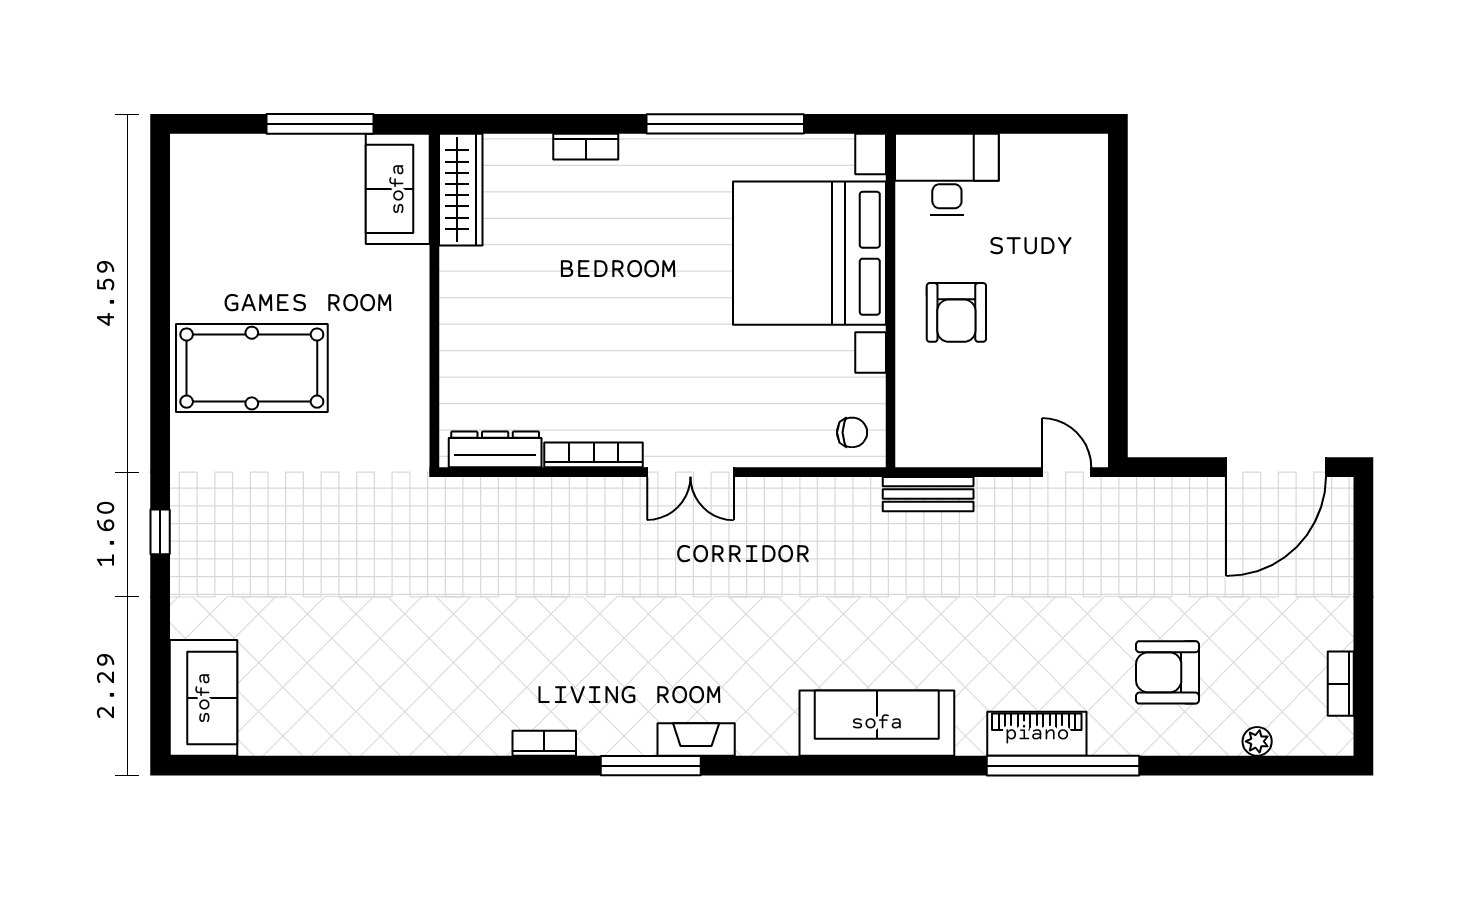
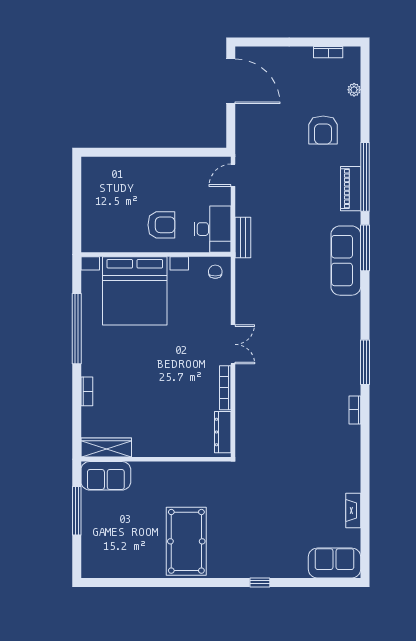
desk: (947, 174) -> (213, 229), moved, turned 180
fireplace: (696, 740) -> (353, 511), moved
window: (905, 766) -> (365, 248), added

